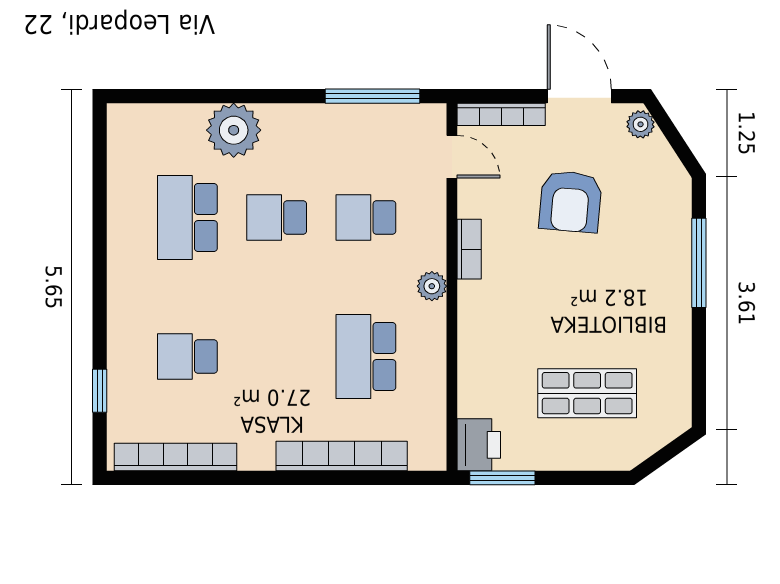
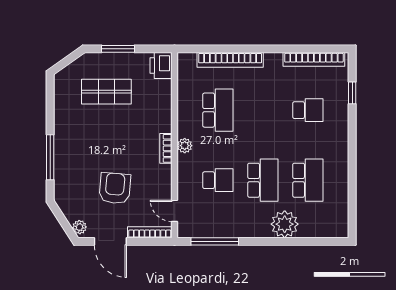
school desk: (277, 218) -> (263, 180), width x1.85
bookcase: (469, 249) -> (166, 148), moved
window: (502, 478) -> (118, 49), moved

